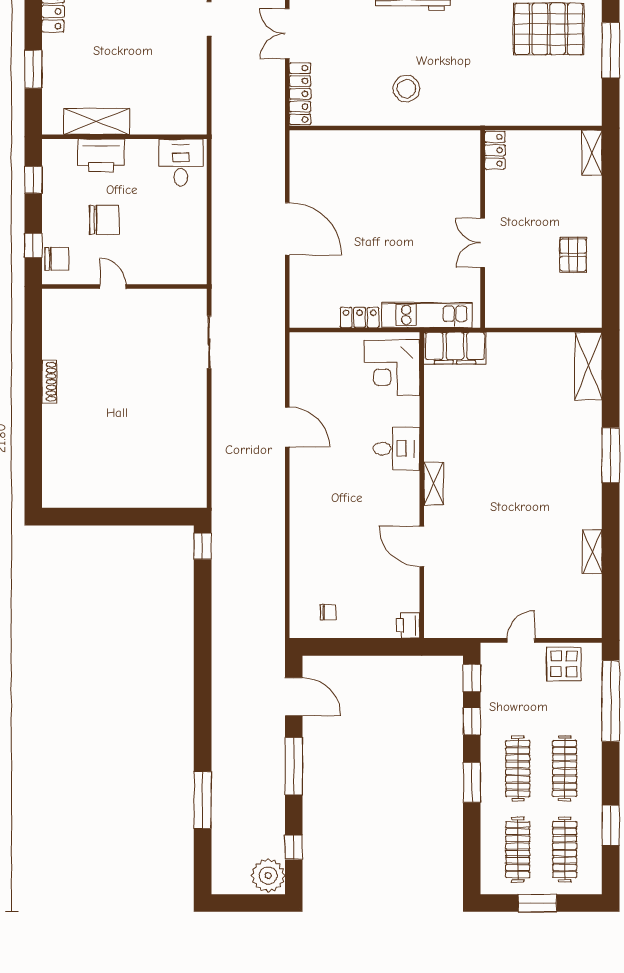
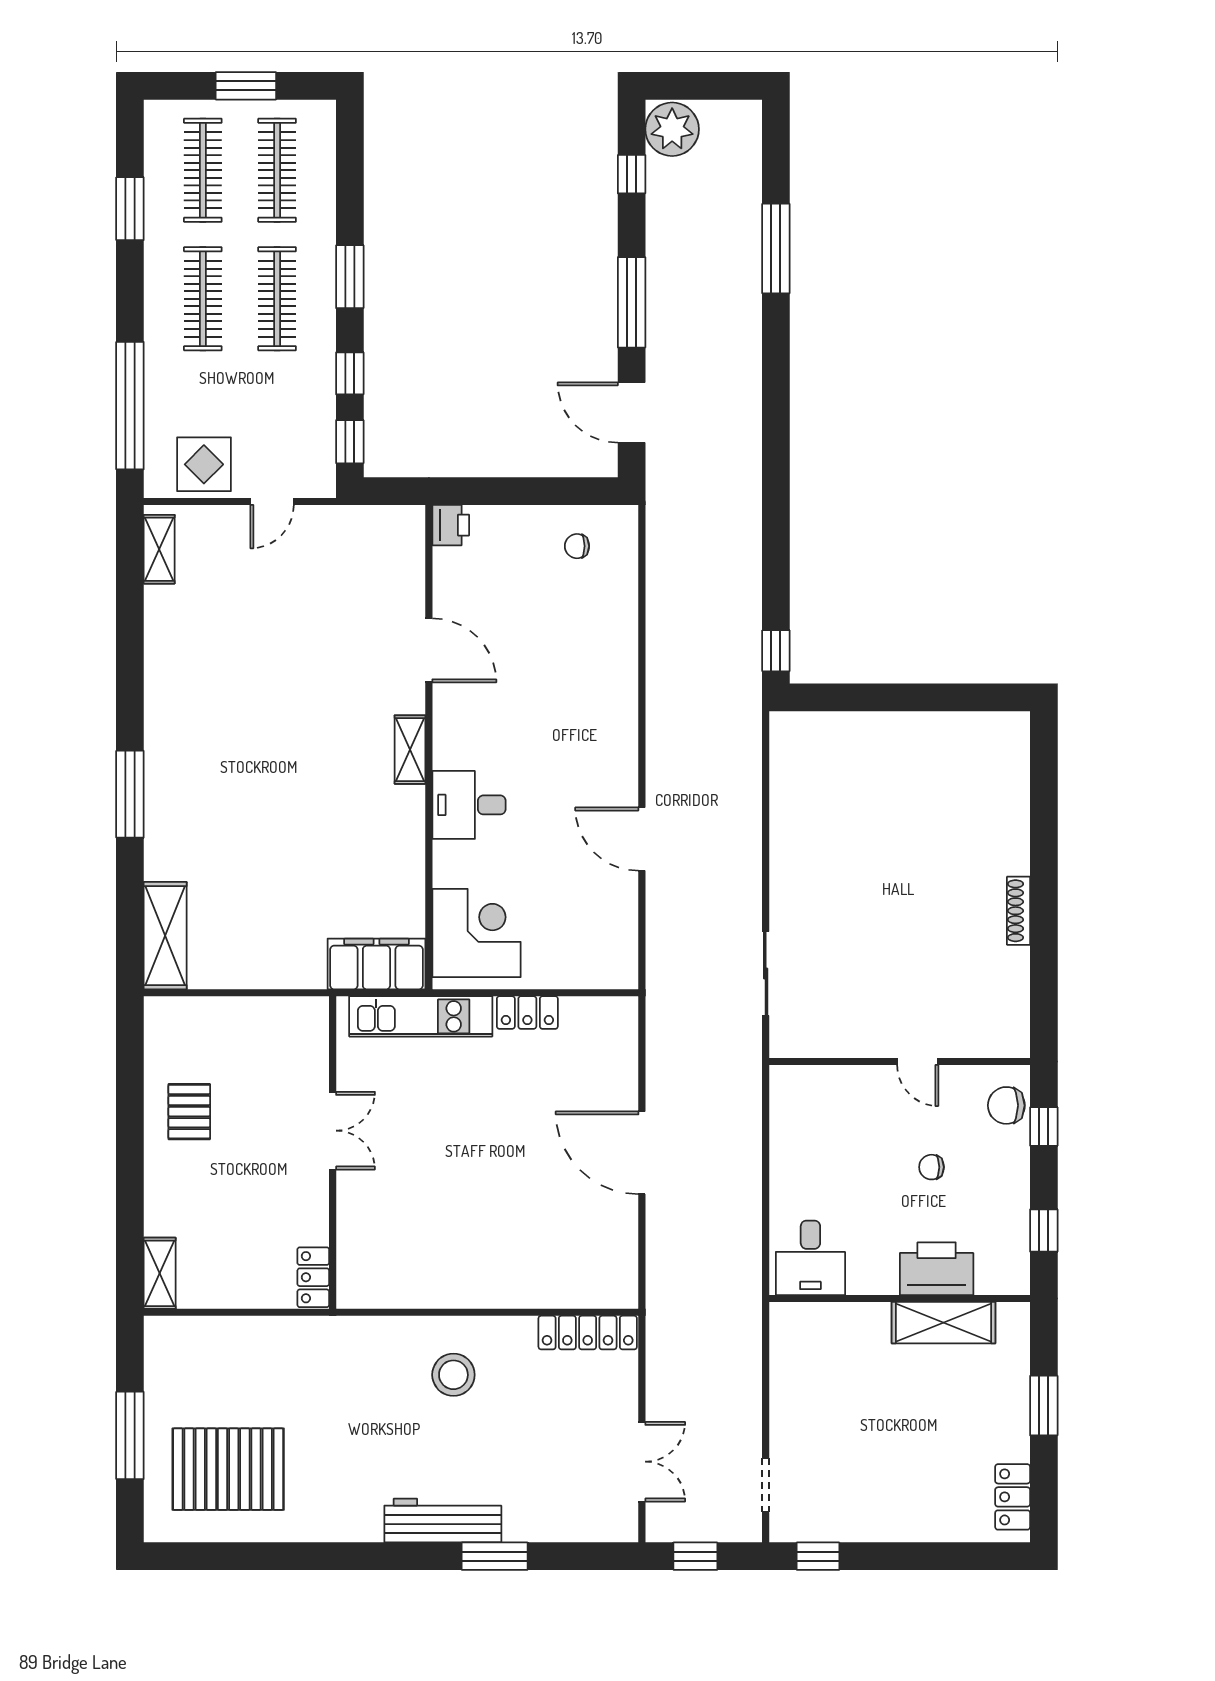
locker: (300, 94) -> (588, 1333), moved, turned -90
chair: (104, 220) -> (932, 1167), width x0.54, depth x0.54
shelving: (592, 552) -> (159, 549), moved

